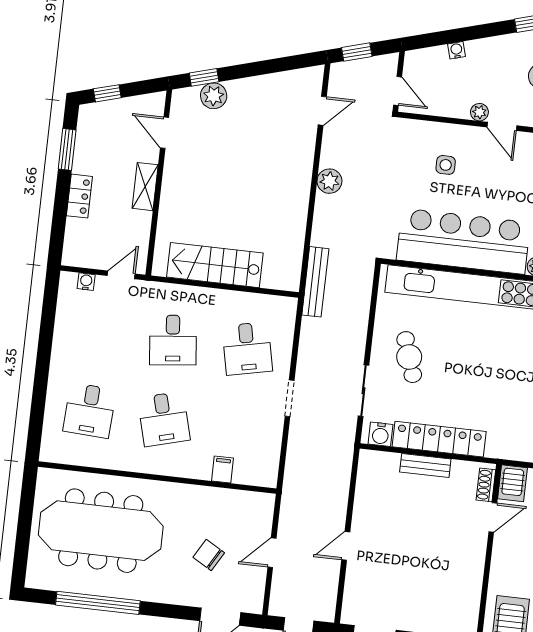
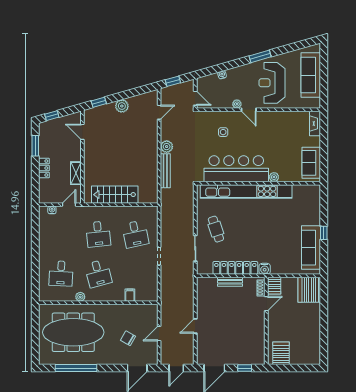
plant: (214, 96) -> (122, 106), moved
shelving: (145, 187) -> (76, 173), moved
bench: (315, 282) -> (165, 171), moved
water cooler: (381, 434) -> (265, 269), moved
plant: (123, 461) -> (80, 297), added

